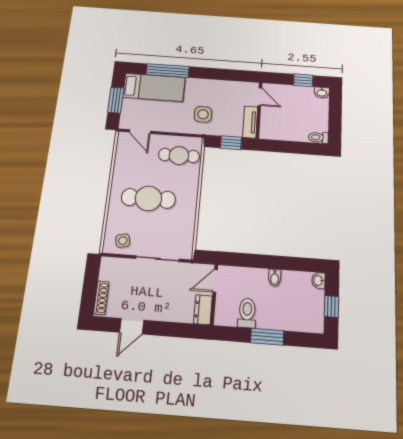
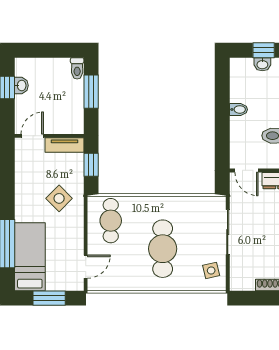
washbasin: (322, 93) -> (21, 85), moved
side table: (203, 114) -> (59, 198), turned 45
window: (297, 147) -> (91, 92), added
washbasin: (318, 281) -> (262, 64), moved

